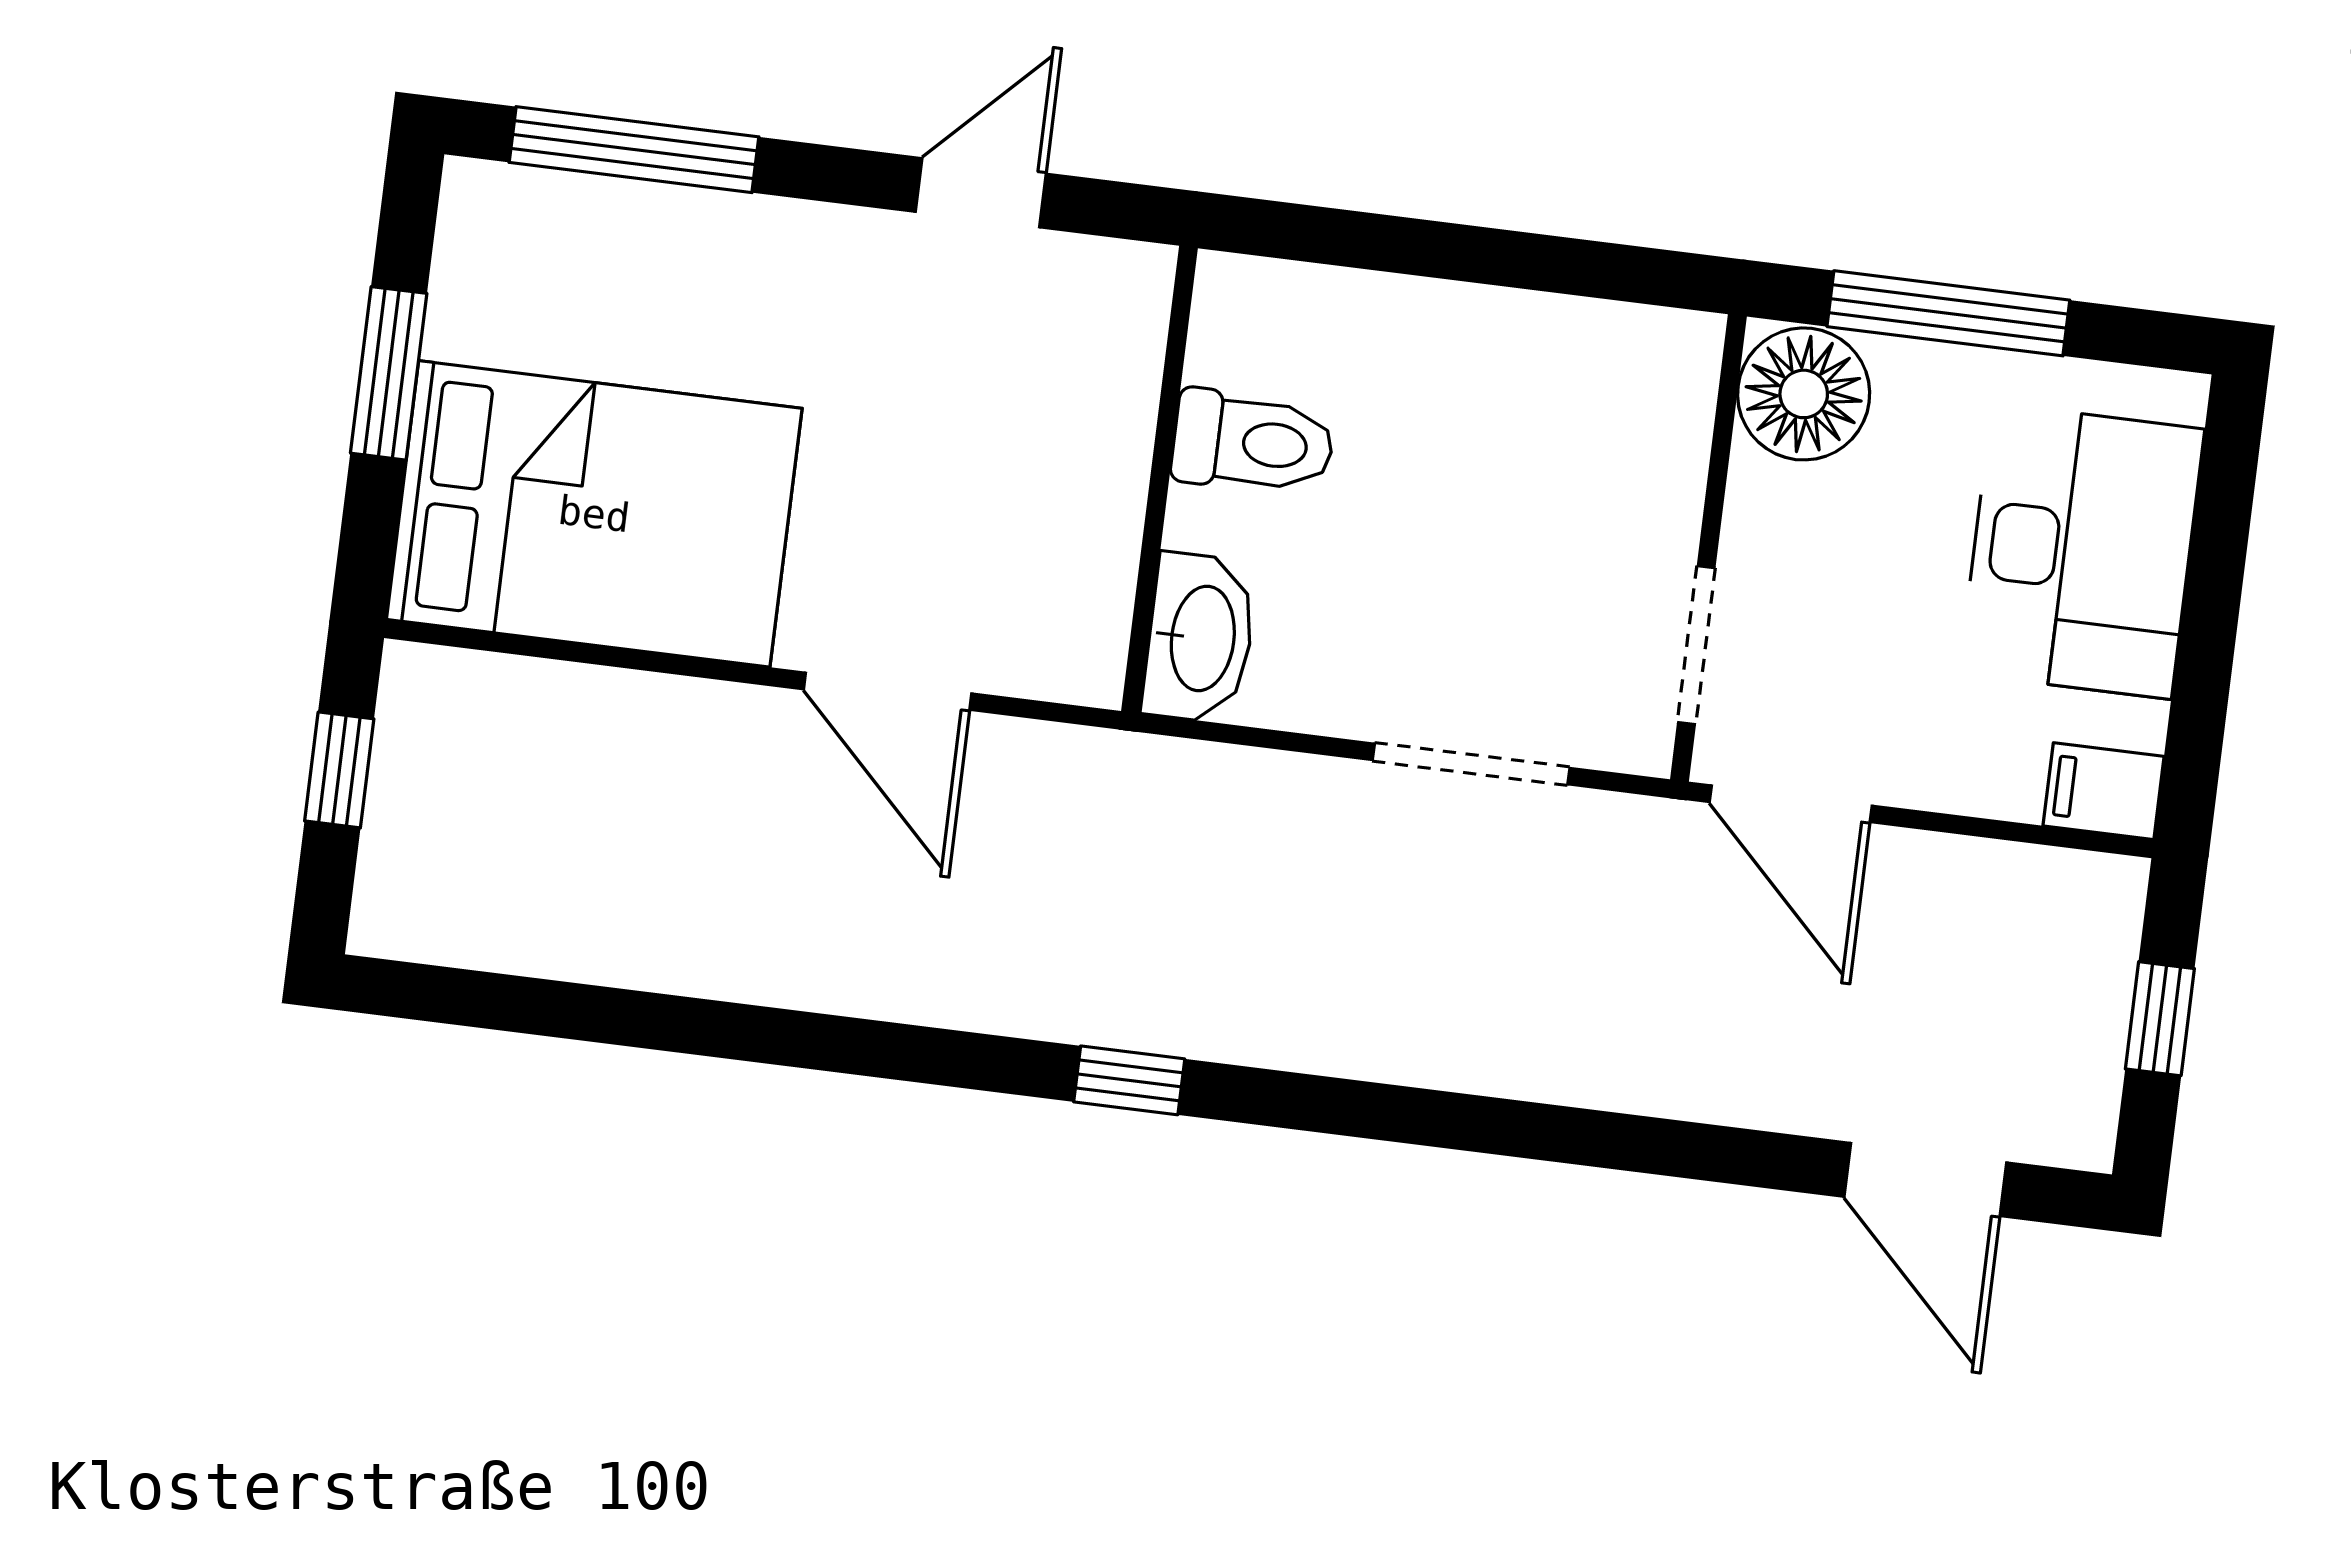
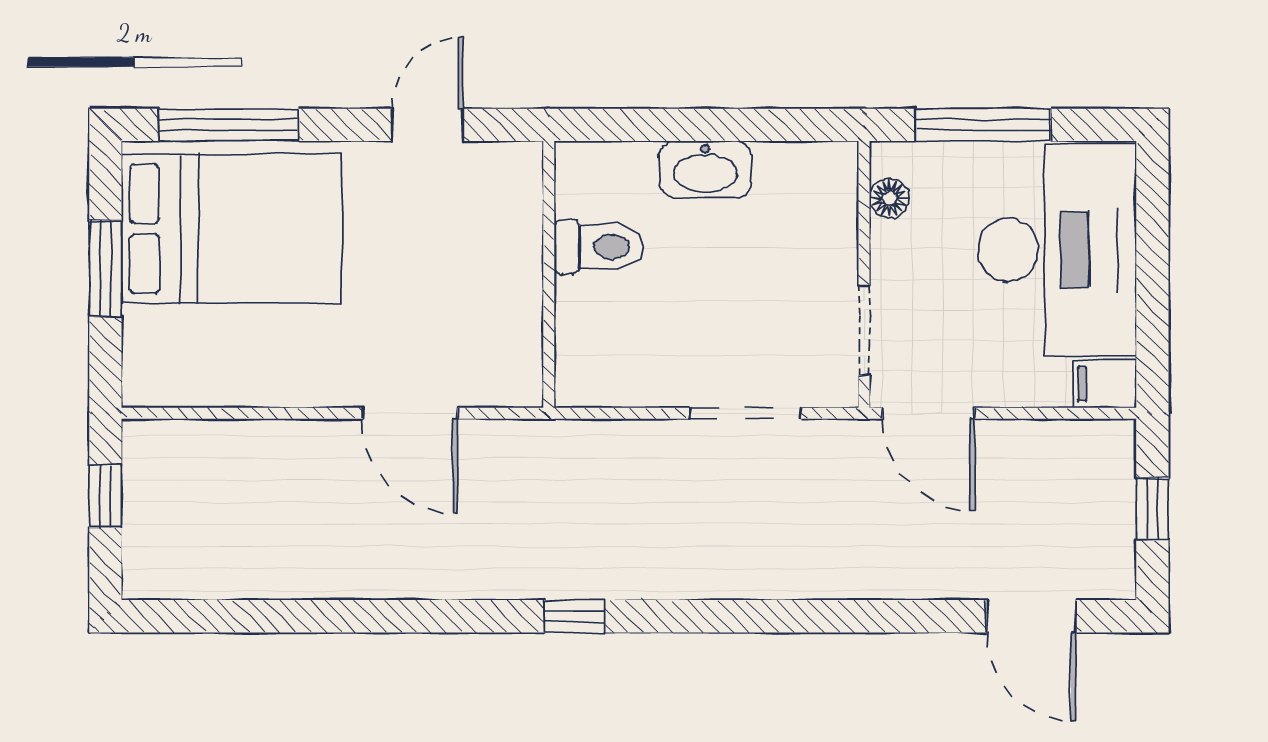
floor lamp: (1804, 394) -> (889, 198), width x0.53, depth x0.53
bed: (594, 514) -> (232, 229), moved
desk: (2082, 551) -> (1057, 250), width x1.36, depth x1.30
washbasin: (1200, 638) -> (705, 169), moved, turned 90

